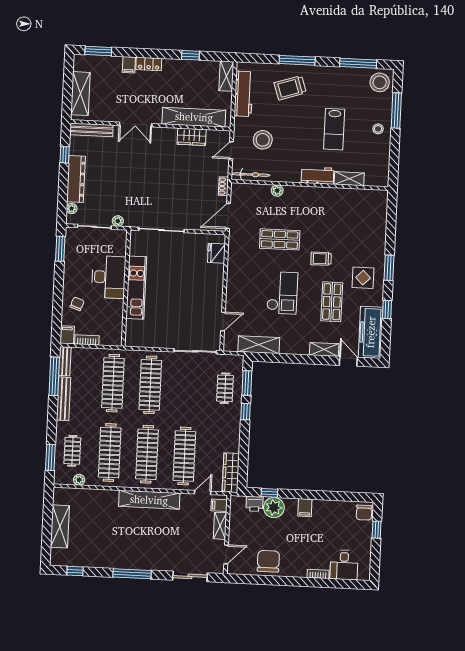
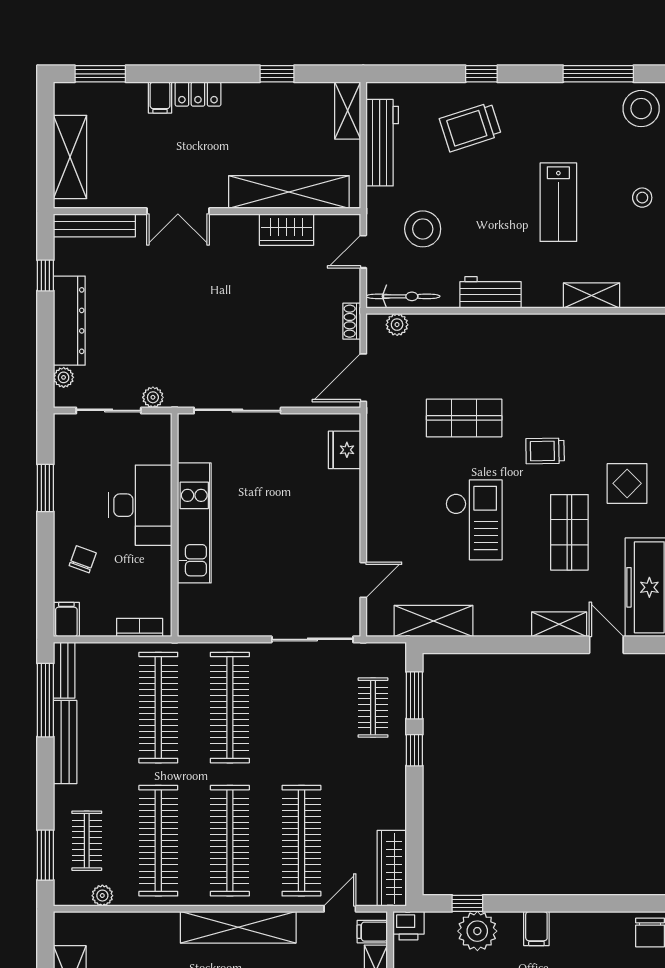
window: (297, 60) -> (481, 74), width x0.46
workbench: (317, 176) -> (491, 292), moved
plant: (277, 191) -> (397, 325), moved
window: (60, 249) -> (45, 488), moved
bookcase: (87, 340) -> (140, 628), moved
printer: (255, 504) -> (408, 926), moved

